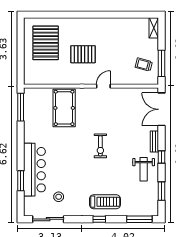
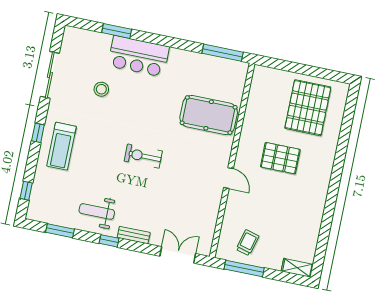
pallet: (46, 43) -> (308, 108), turned 90
pallet: (83, 54) -> (280, 158), turned 90
double door: (161, 109) -> (178, 255), width x0.73
bar counter: (34, 170) -> (139, 56), width x0.73
stool: (59, 197) -> (101, 89), moved
sliding door: (48, 219) -> (50, 75), moved
window: (139, 219) -> (26, 191), width x0.46

